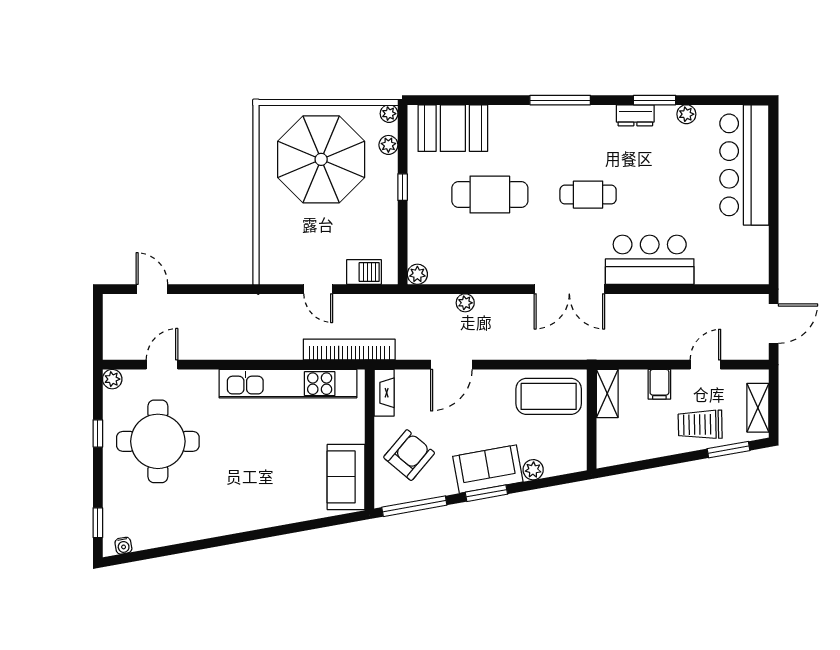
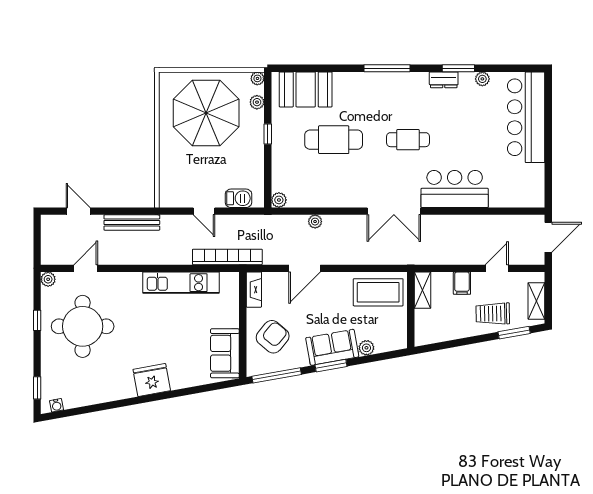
bench: (223, 304) -> (132, 223), added
kitchen unit: (288, 384) -> (181, 283), width x0.73
fridge: (249, 512) -> (152, 380), added

